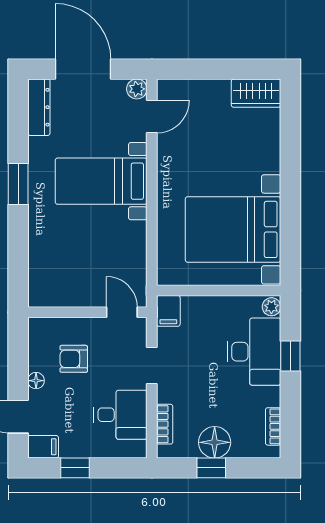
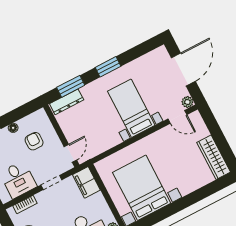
wardrobe: (256, 93) -> (214, 157), width x1.50
dresser: (39, 107) -> (67, 102), moved
window: (18, 258) -> (71, 86), added
filing cabinet: (168, 311) -> (86, 182), width x2.00

